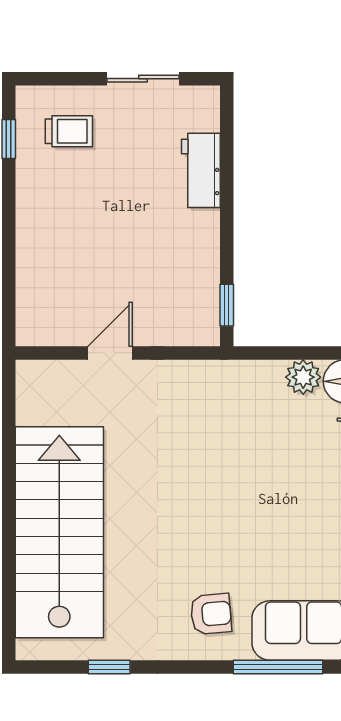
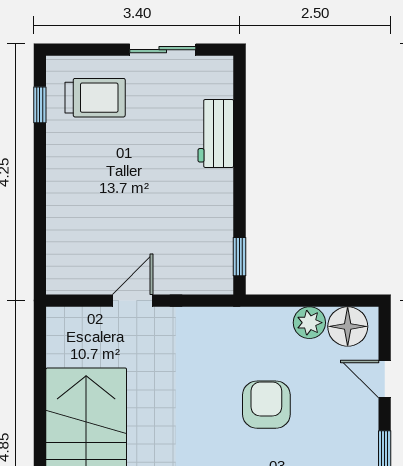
trolley: (69, 131) -> (95, 98), width x1.36, depth x1.39
armchair: (256, 467) -> (266, 405), added

